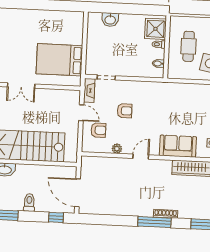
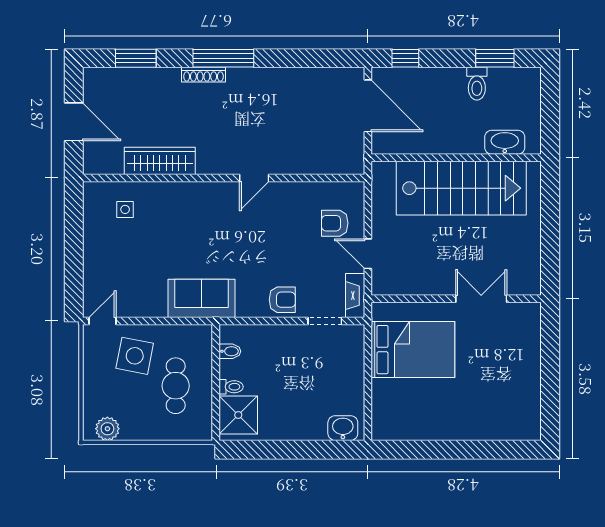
washbasin: (110, 20) -> (343, 428), moved
armchair: (125, 111) -> (282, 300), moved, turned 180
sofa: (178, 146) -> (201, 298), moved, turned 180
plant: (117, 149) -> (299, 191), removed
toilet: (29, 202) -> (477, 84), moved

